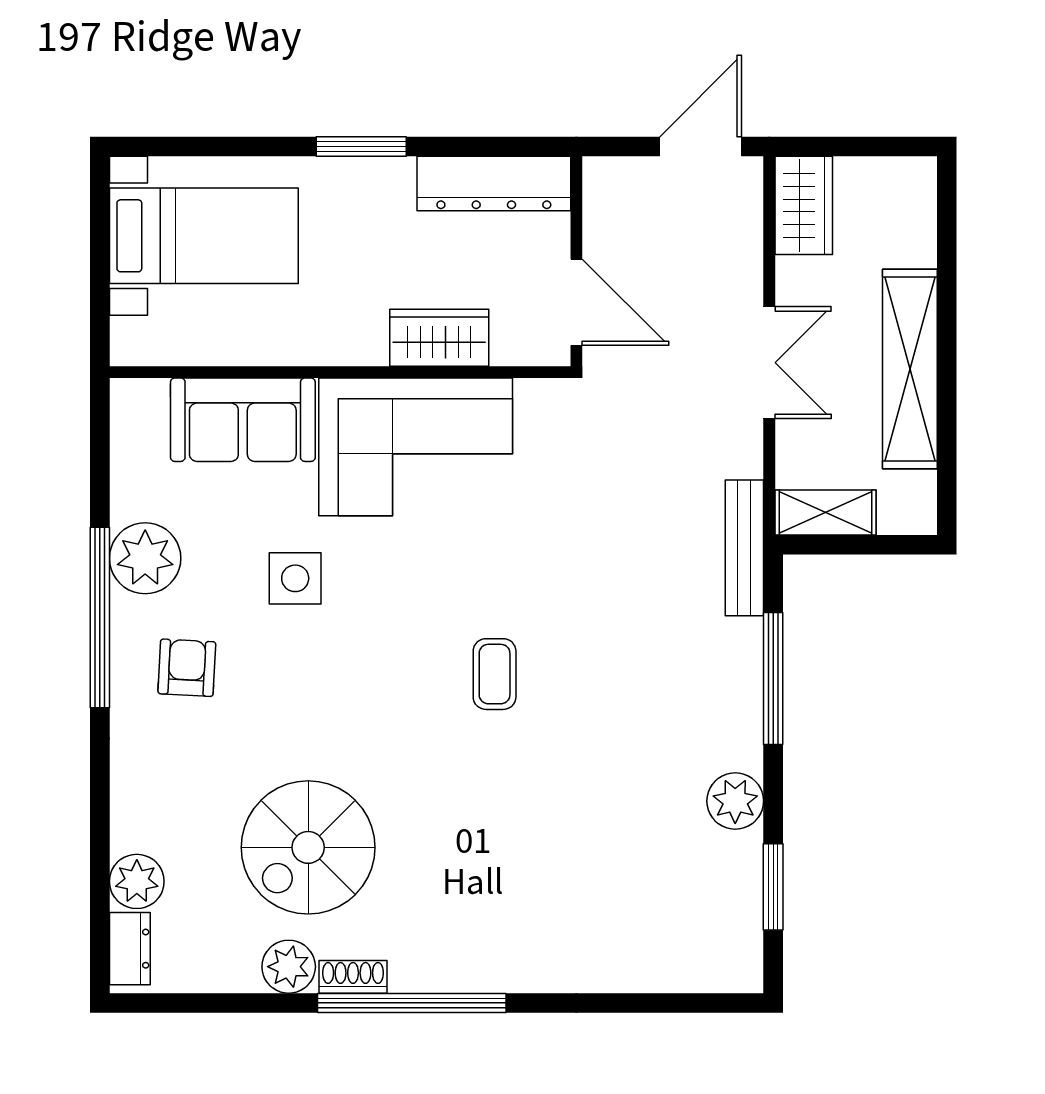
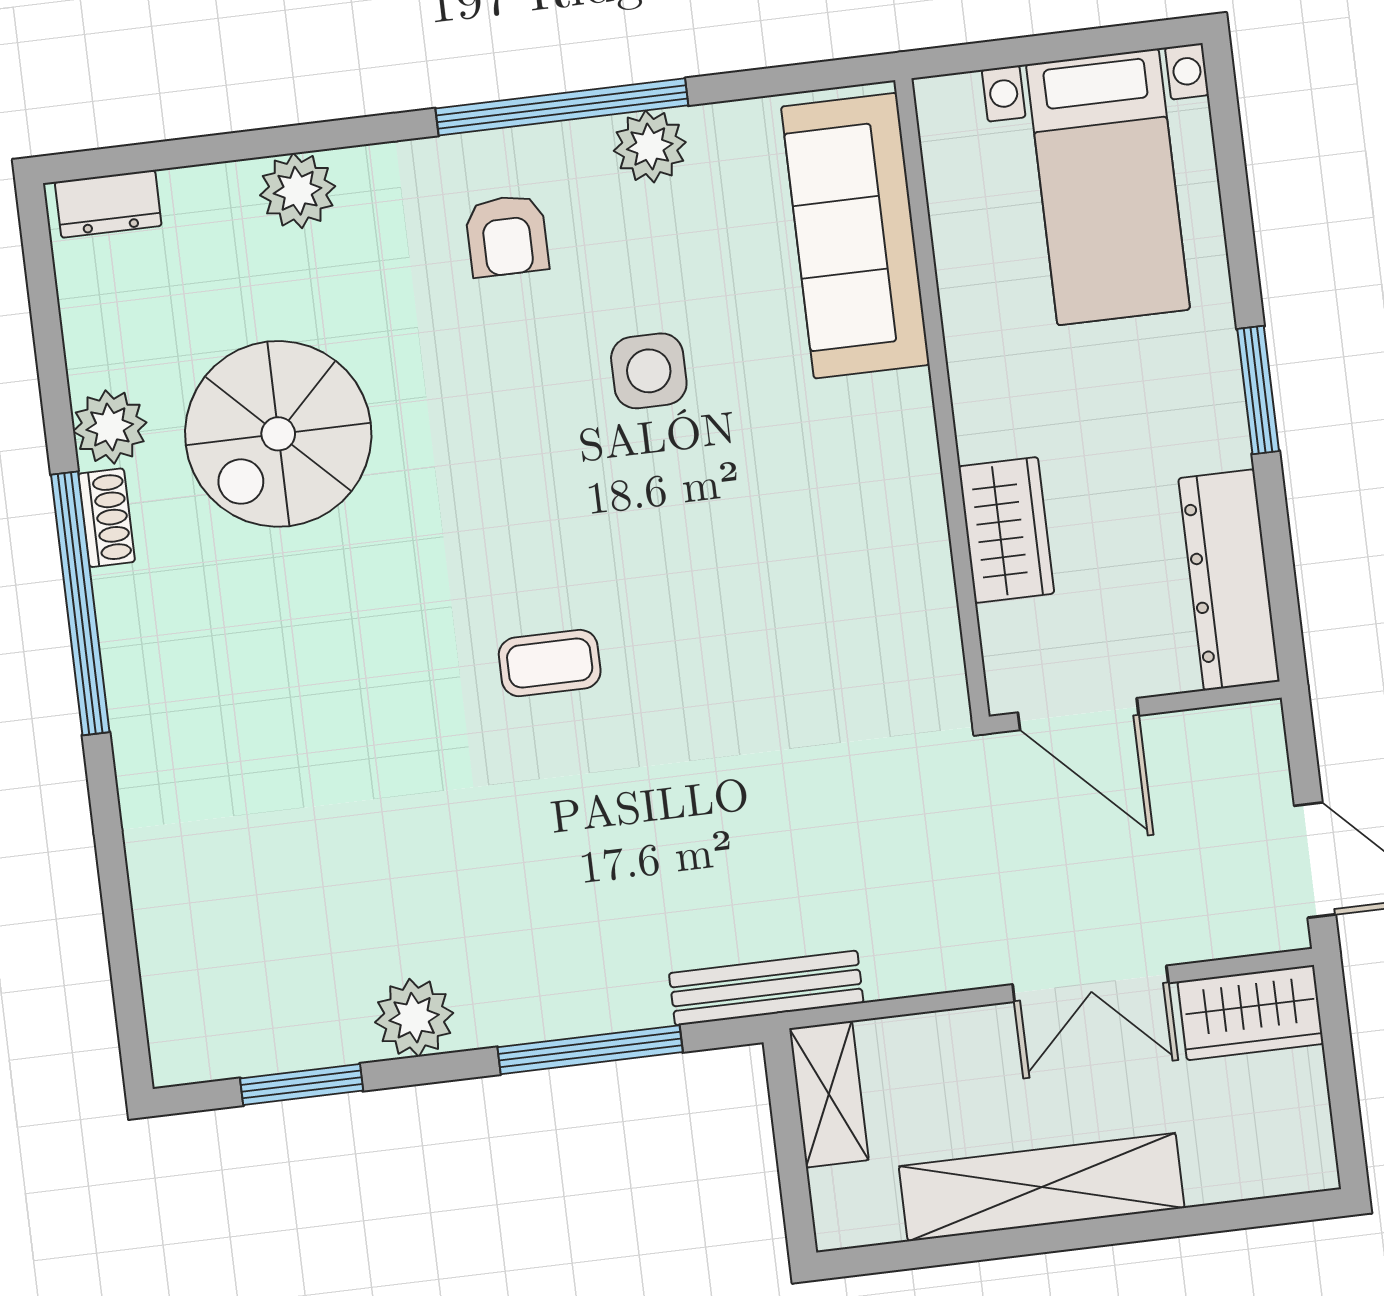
door: (576, 302) -> (1078, 714), hinge flipped
double door: (769, 363) -> (1090, 984), moved
sofa: (243, 420) -> (855, 236), width x1.36
corner sofa: (416, 447) -> (851, 516), removed
plant: (145, 558) -> (650, 147), width x0.73, depth x0.73
armchair: (187, 668) -> (507, 236), turned 87
spiral stairs: (308, 847) -> (278, 434), turned -90
plant: (137, 881) -> (298, 191), moved

